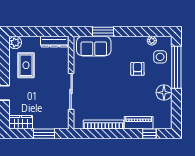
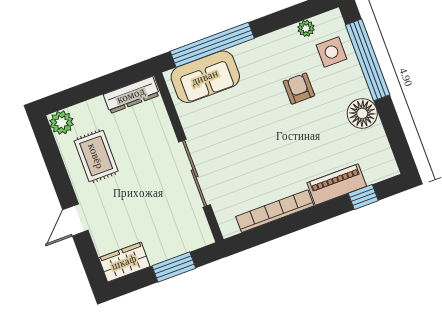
window: (103, 32) -> (212, 45), width x2.11

